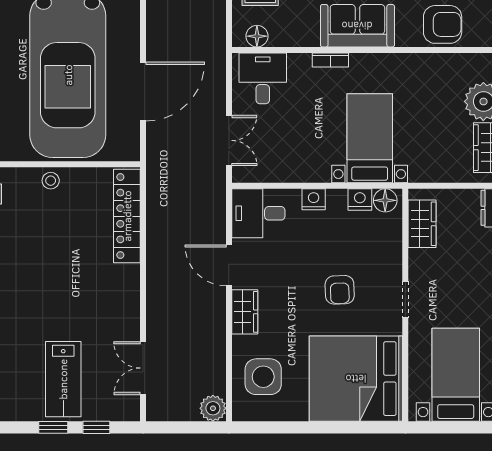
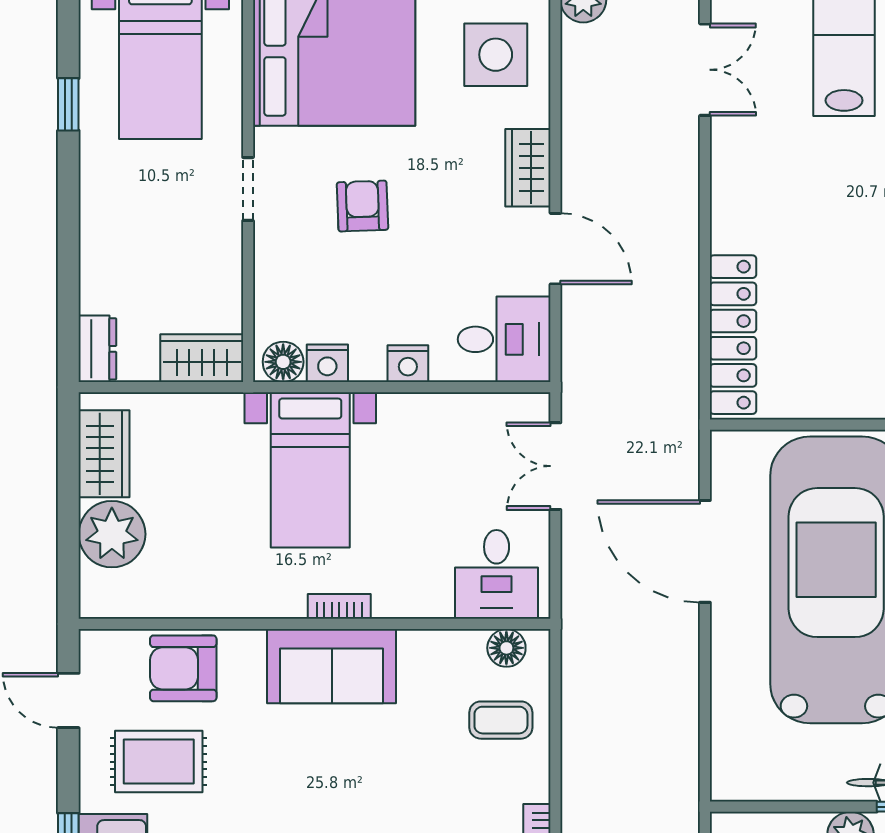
bookcase: (330, 60) -> (339, 606), moved
door: (143, 92) -> (705, 551), hinge flipped
stool: (51, 181) -> (866, 396), removed
wardrobe: (422, 224) -> (202, 358), moved, turned 90

